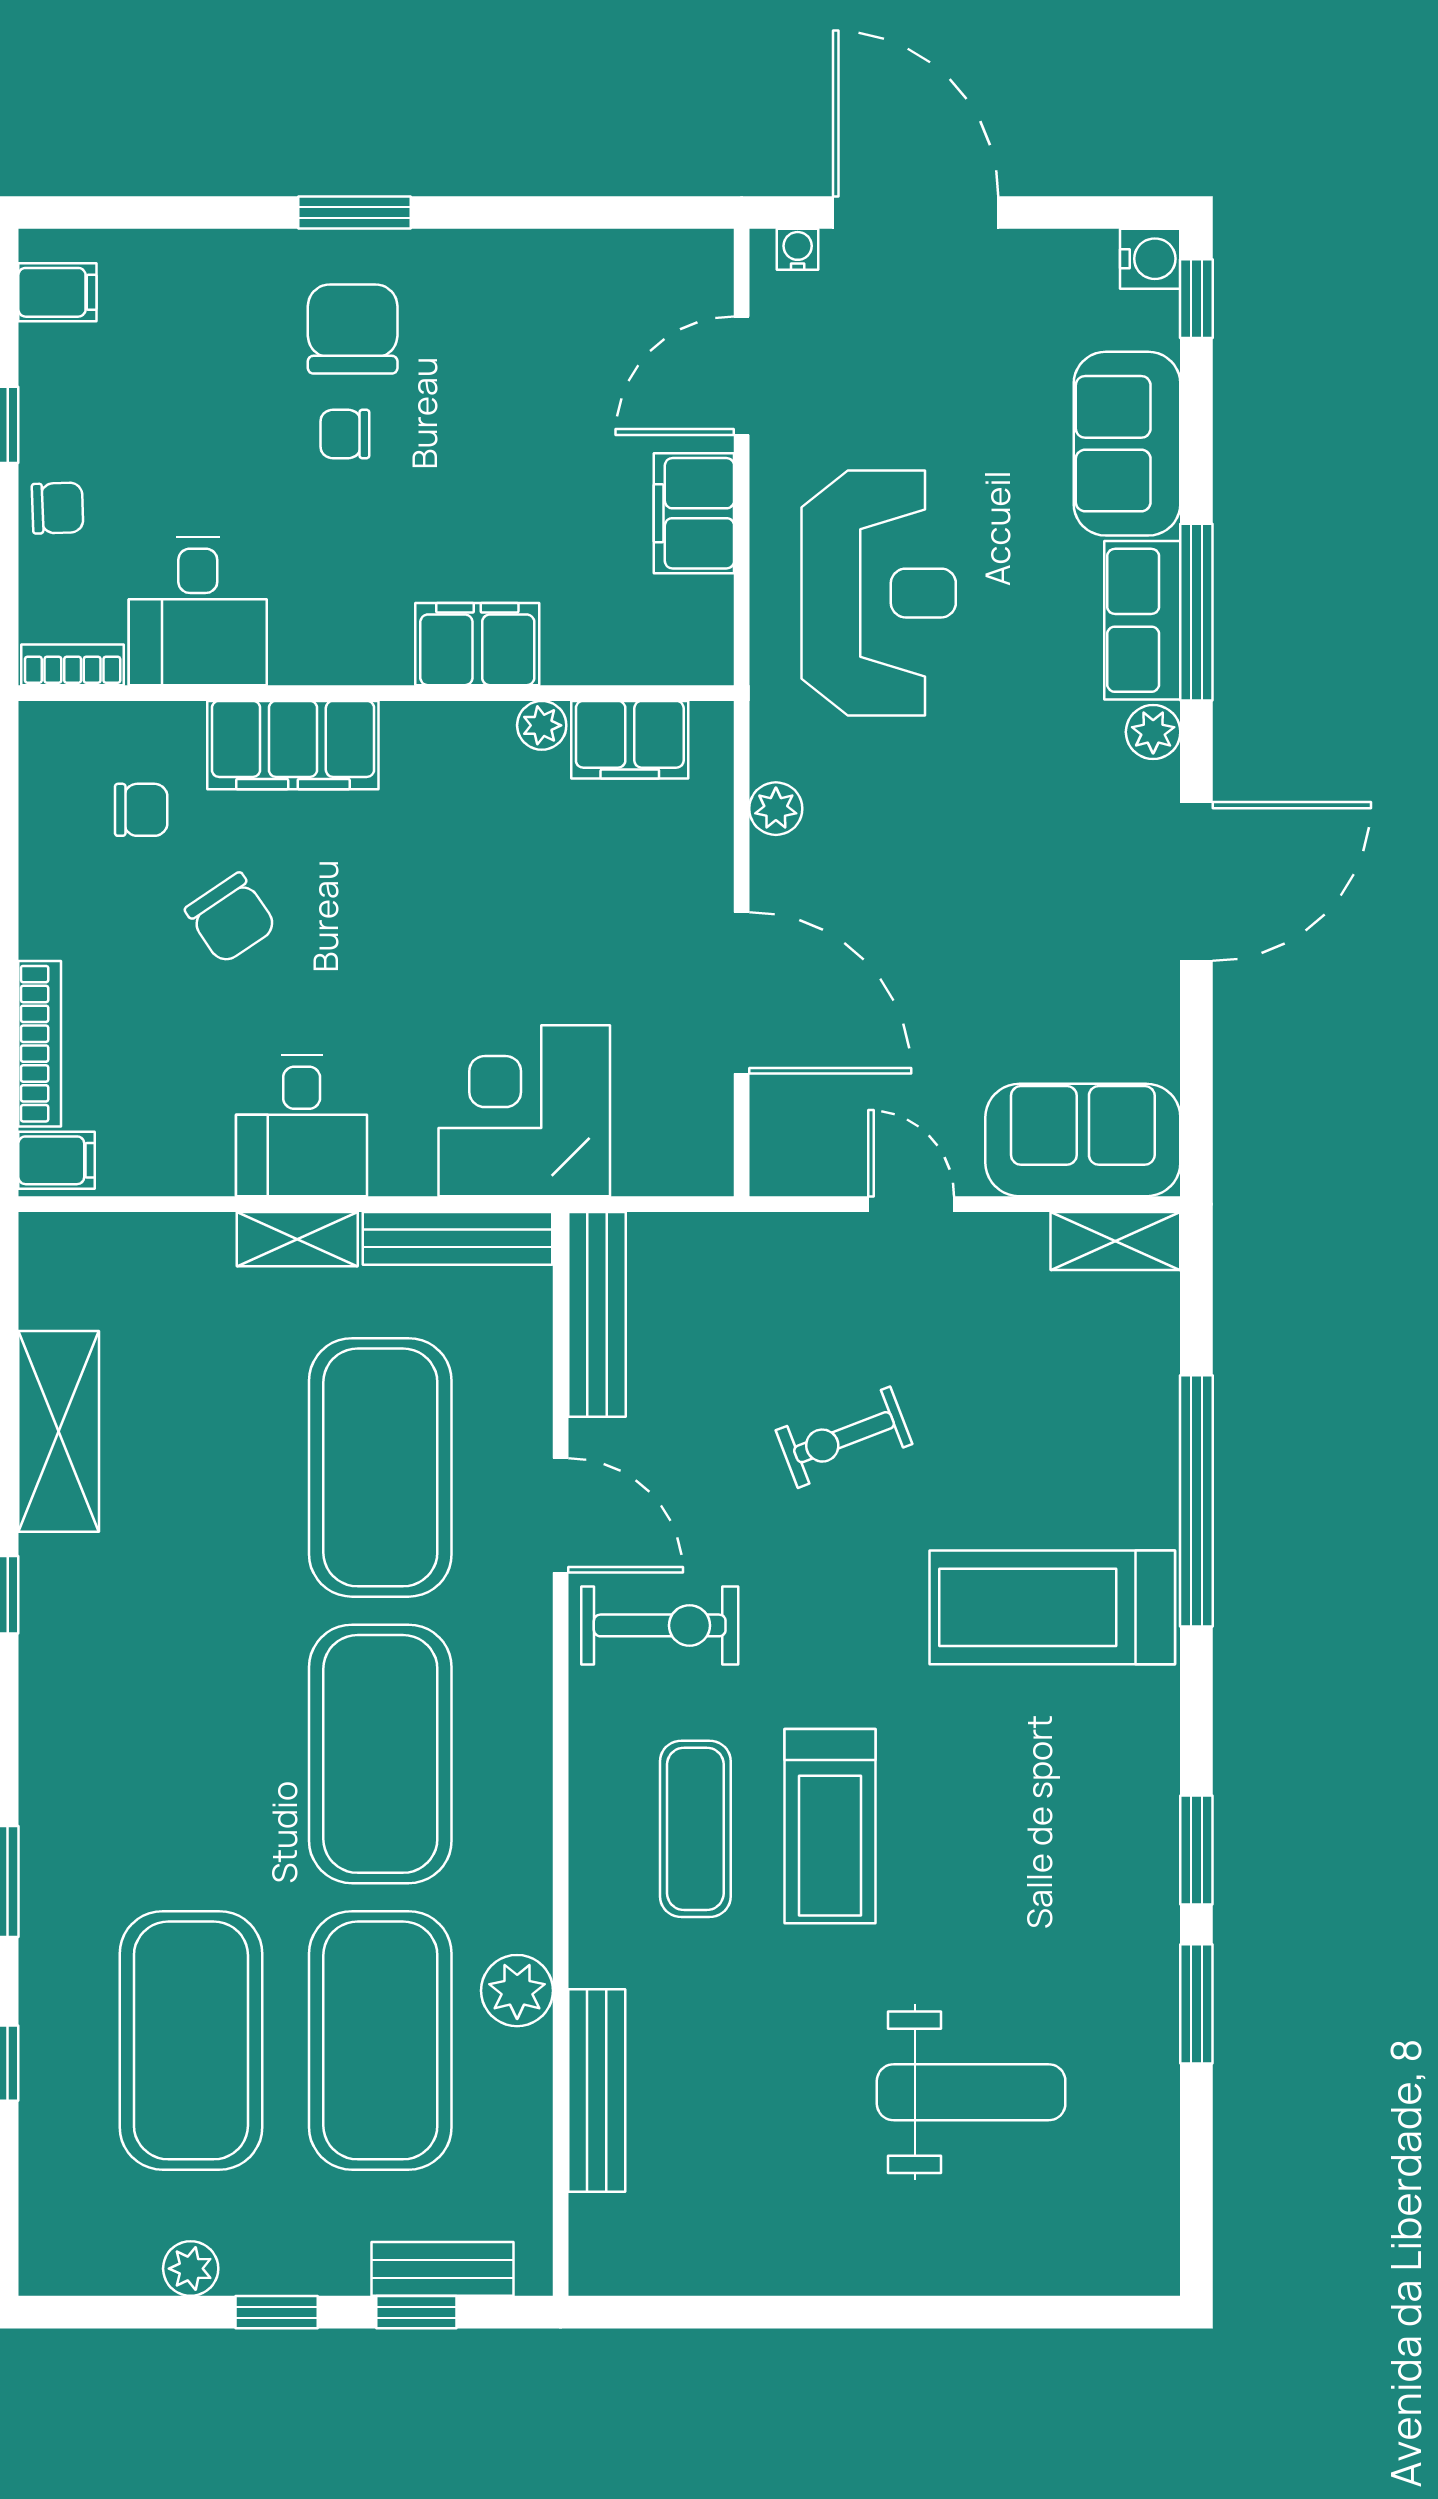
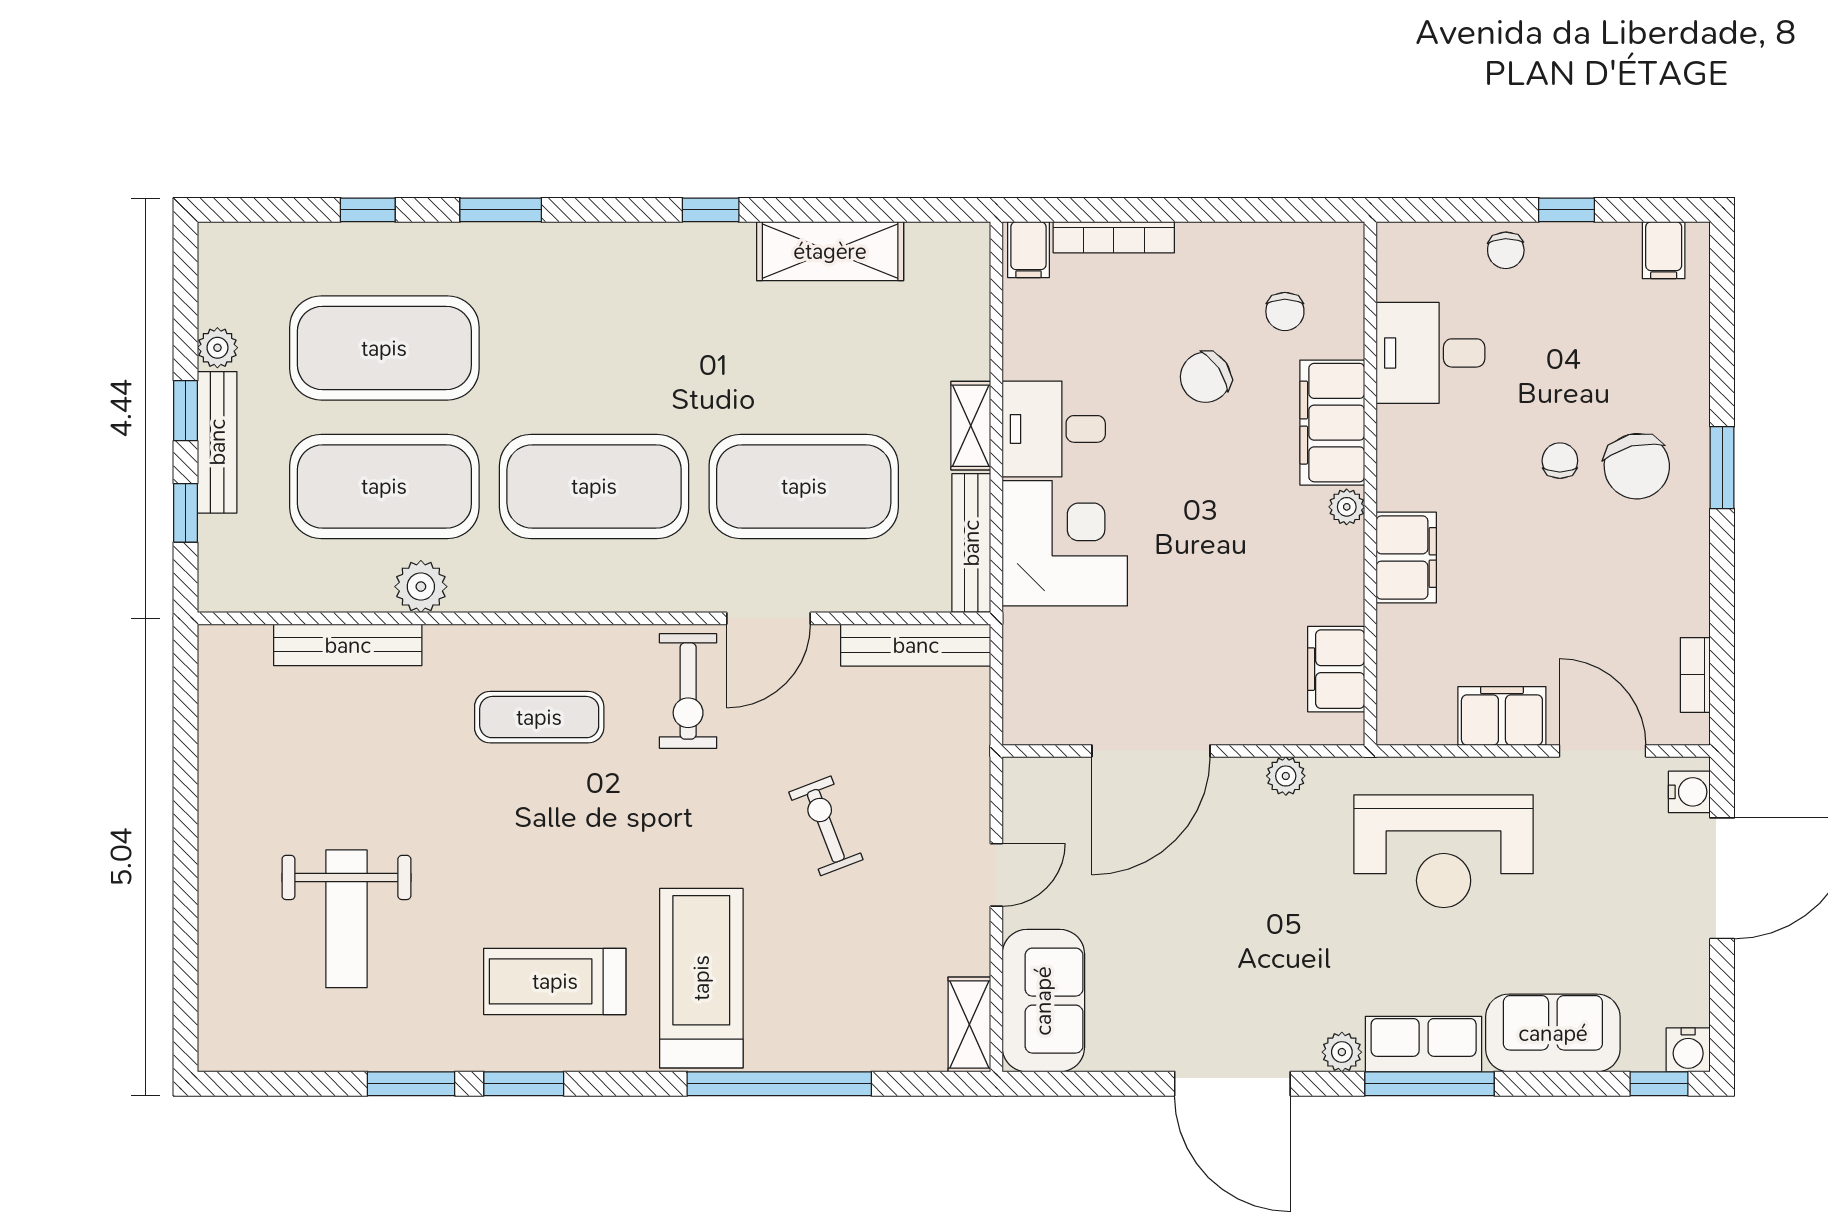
water cooler: (798, 249) -> (1689, 792), width x1.38, depth x1.38
chair: (353, 329) -> (1637, 466), turned 76
bookcase: (73, 665) -> (1695, 675), moved, turned 180
plant: (542, 725) -> (1347, 507), moved
corner desk: (524, 1111) -> (1065, 543), moved
treadmill: (830, 1826) -> (555, 981), moved
bench: (442, 2269) -> (217, 442), moved, width x1.36

